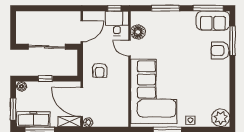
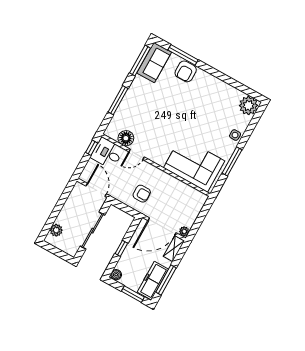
plant: (31, 17) -> (56, 230), added
corner sofa: (154, 91) -> (194, 164), width x0.73, depth x0.74

